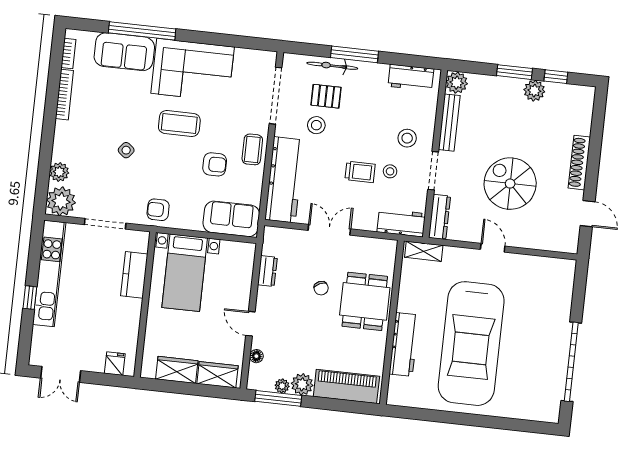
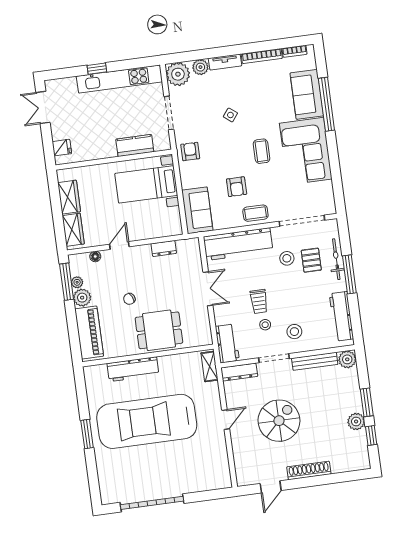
workbench: (411, 78) -> (341, 316), width x1.38
coffee table: (179, 123) -> (262, 151), width x0.73, depth x0.77
tv unit: (61, 141) -> (225, 62), added
chair: (321, 288) -> (129, 299), moved
window: (468, 419) -> (87, 434), added

